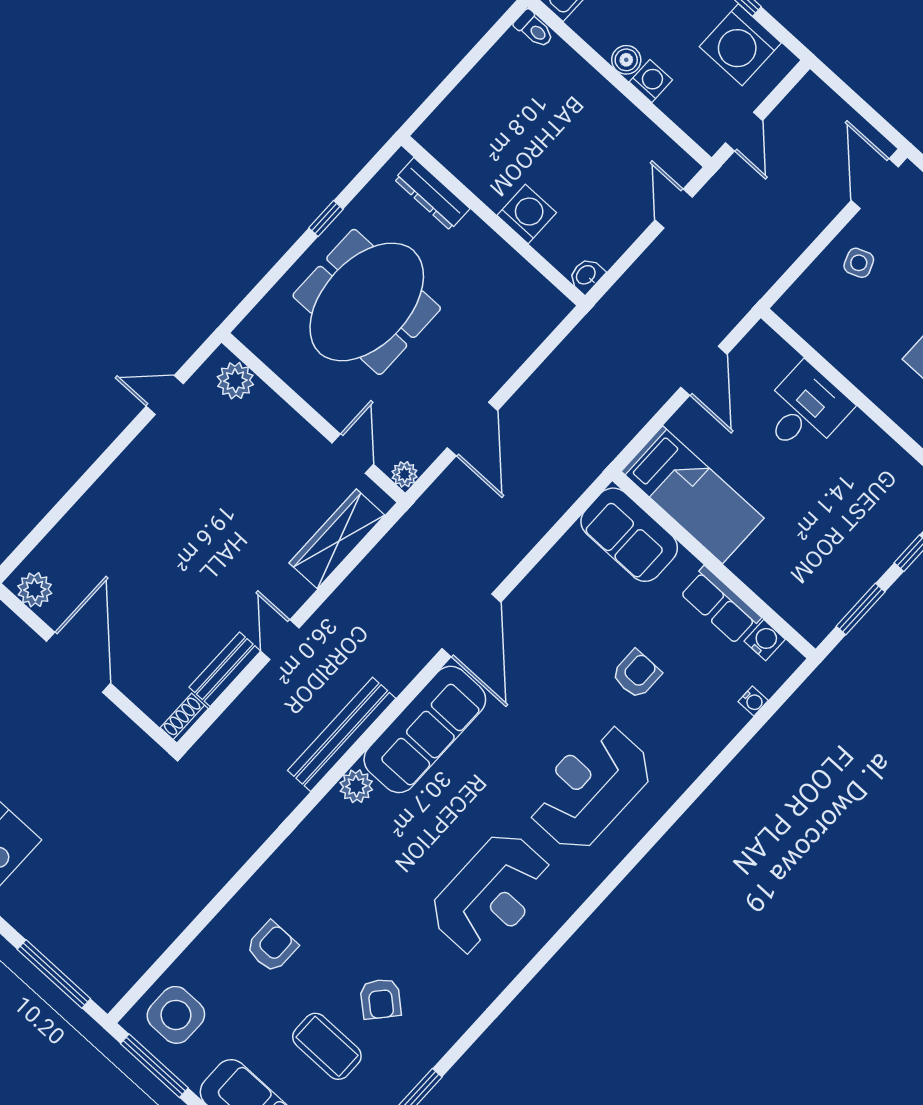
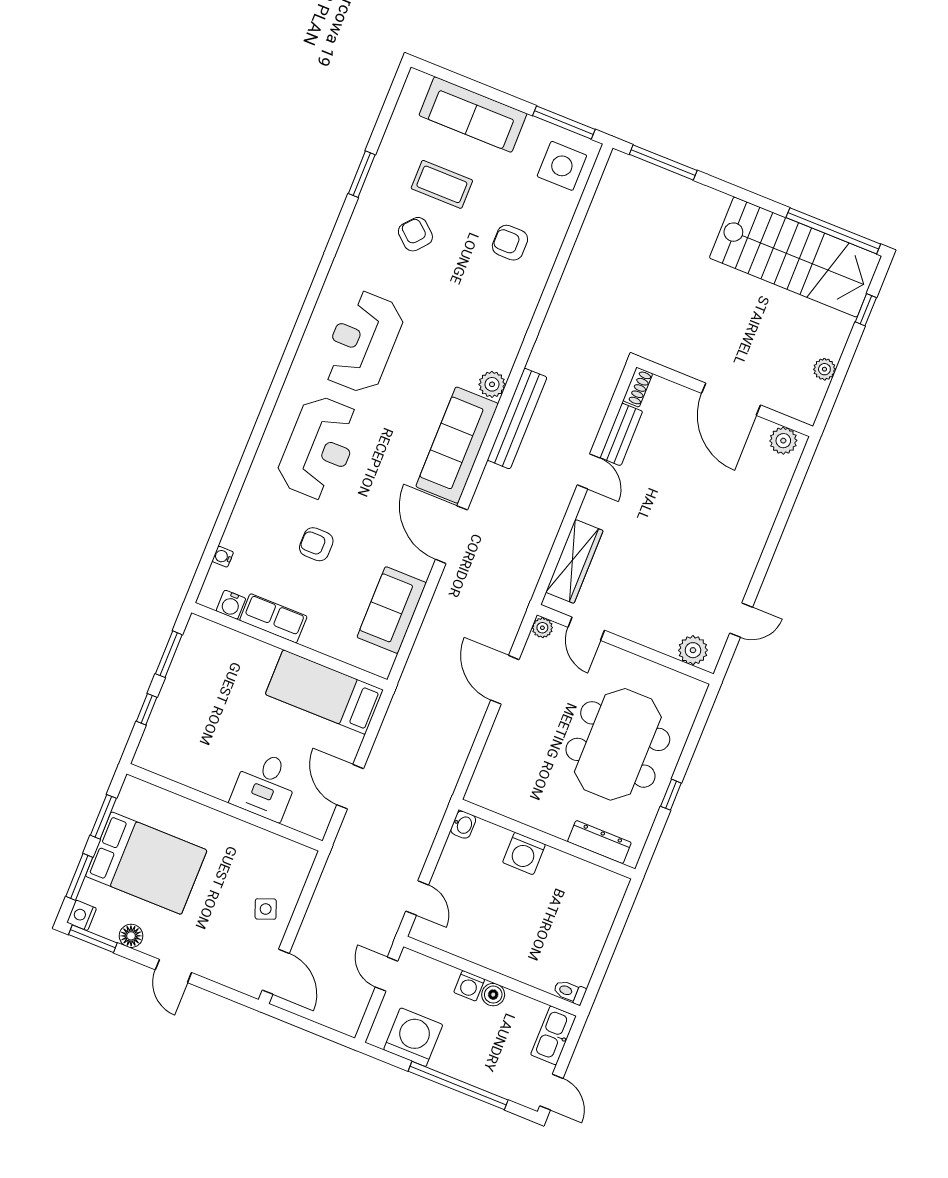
sofa: (629, 535) -> (392, 610), moved, turned -90
armchair: (636, 674) -> (316, 544), turned 90
armchair: (272, 947) -> (510, 243), turned 90

